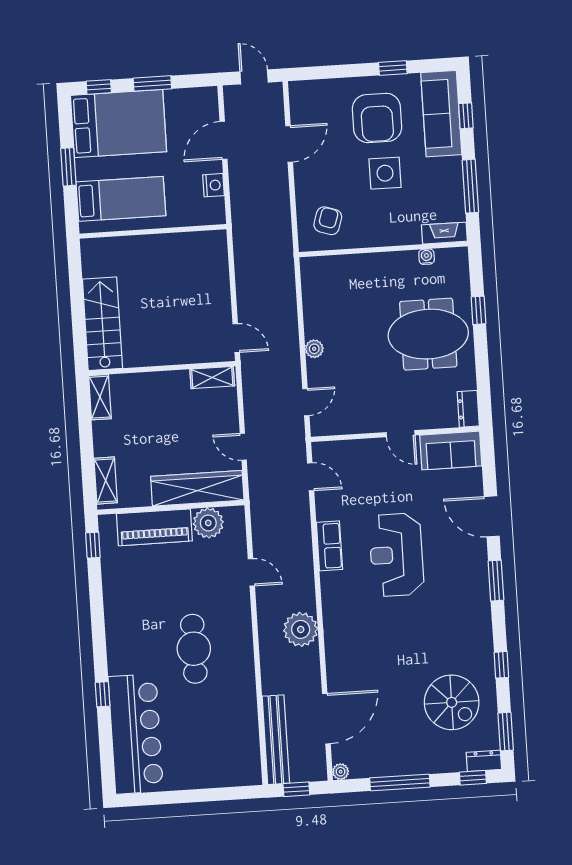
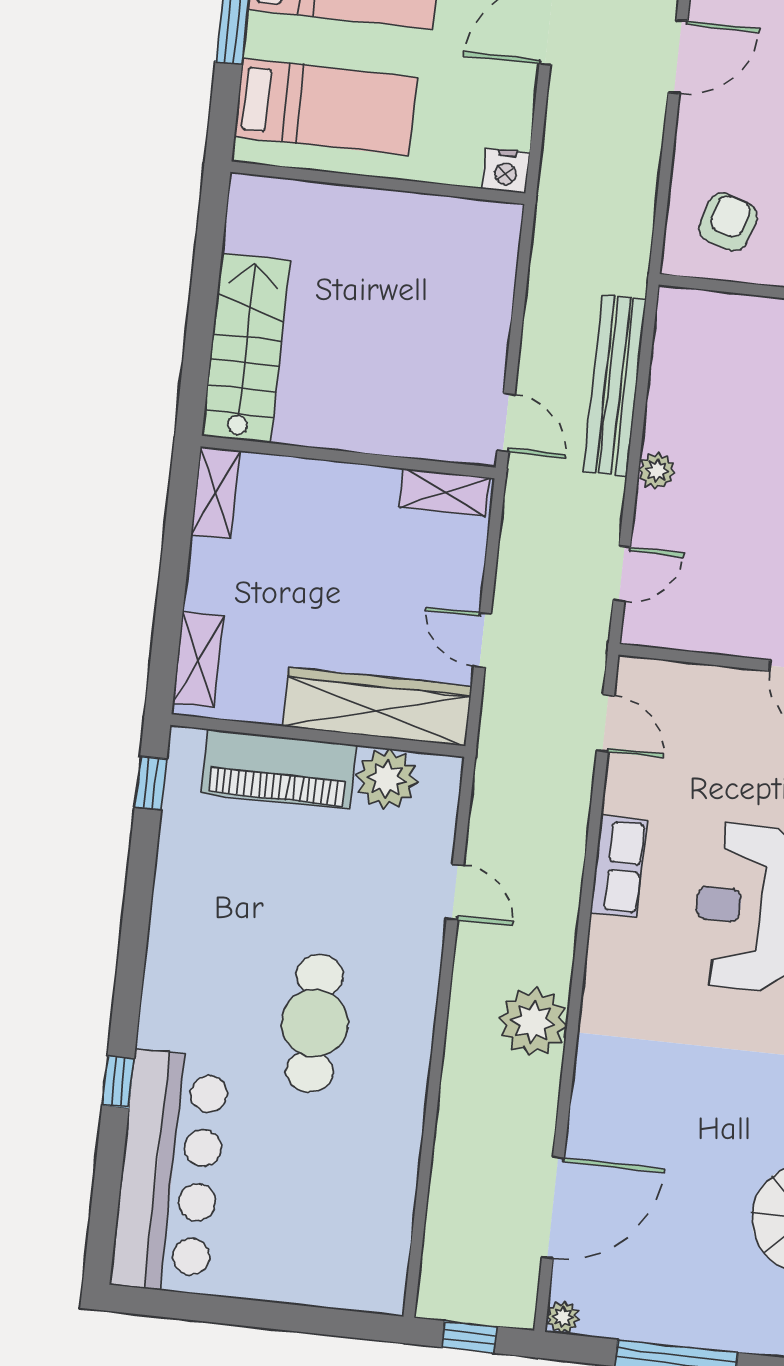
nightstand: (214, 185) -> (506, 171), moved, turned 90
bench: (276, 740) -> (615, 386), moved

